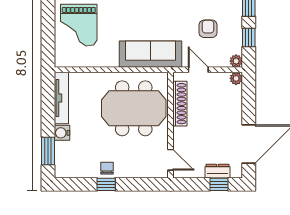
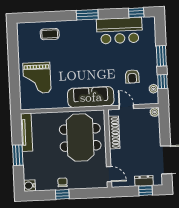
armchair: (208, 29) -> (132, 76), turned 180
plant: (236, 61) -> (154, 89), moved
meeting table: (134, 108) -> (80, 137), turned 90
water cooler: (62, 133) -> (29, 186), moved
window: (48, 151) -> (18, 155), moved

